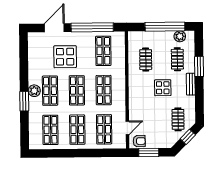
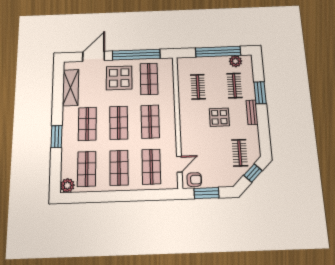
shelving: (35, 57) -> (71, 88), added
display table: (65, 57) -> (119, 78), moved
plant: (34, 91) -> (67, 185), moved

